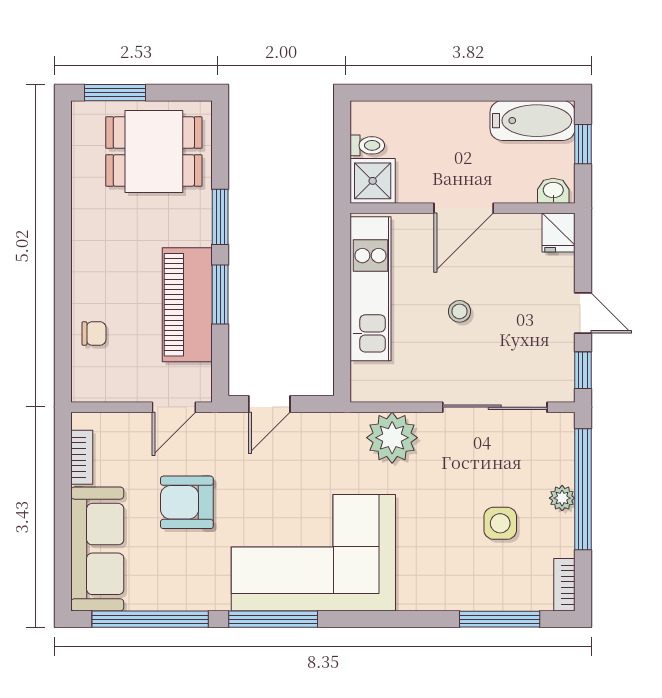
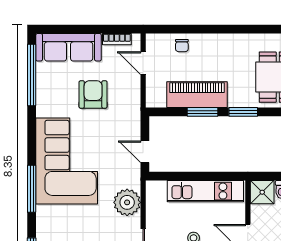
door: (269, 404) -> (145, 152), moved
door: (174, 407) -> (143, 63), moved
window: (273, 619) -> (32, 189), moved

